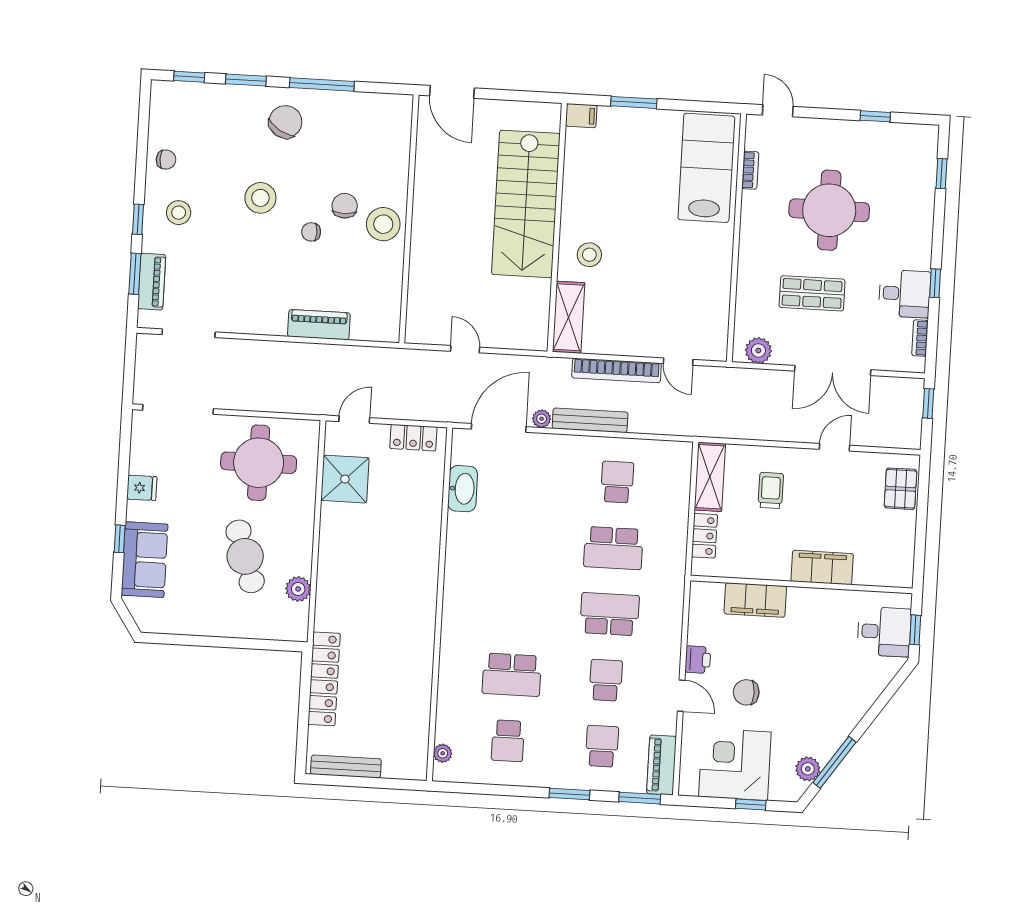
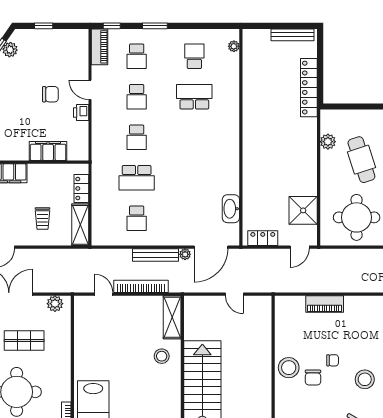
school desk: (613, 548) -> (137, 178), turned 180
school desk: (610, 614) -> (137, 137), width x0.54
corner desk: (735, 764) -> (55, 50), removed
window: (640, 798) -> (112, 26), width x0.67

